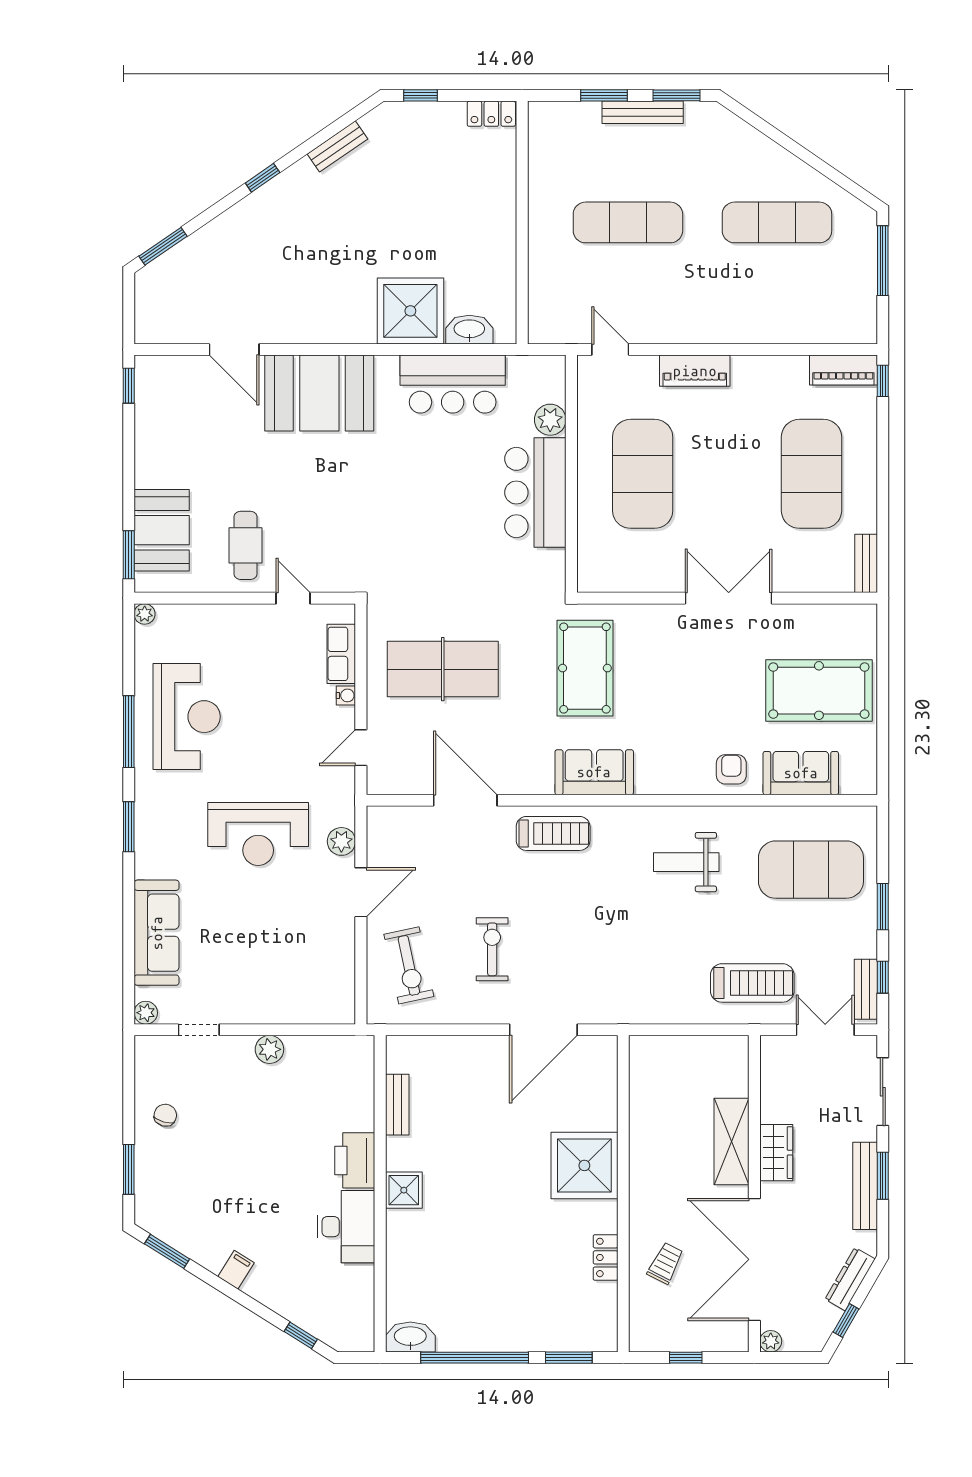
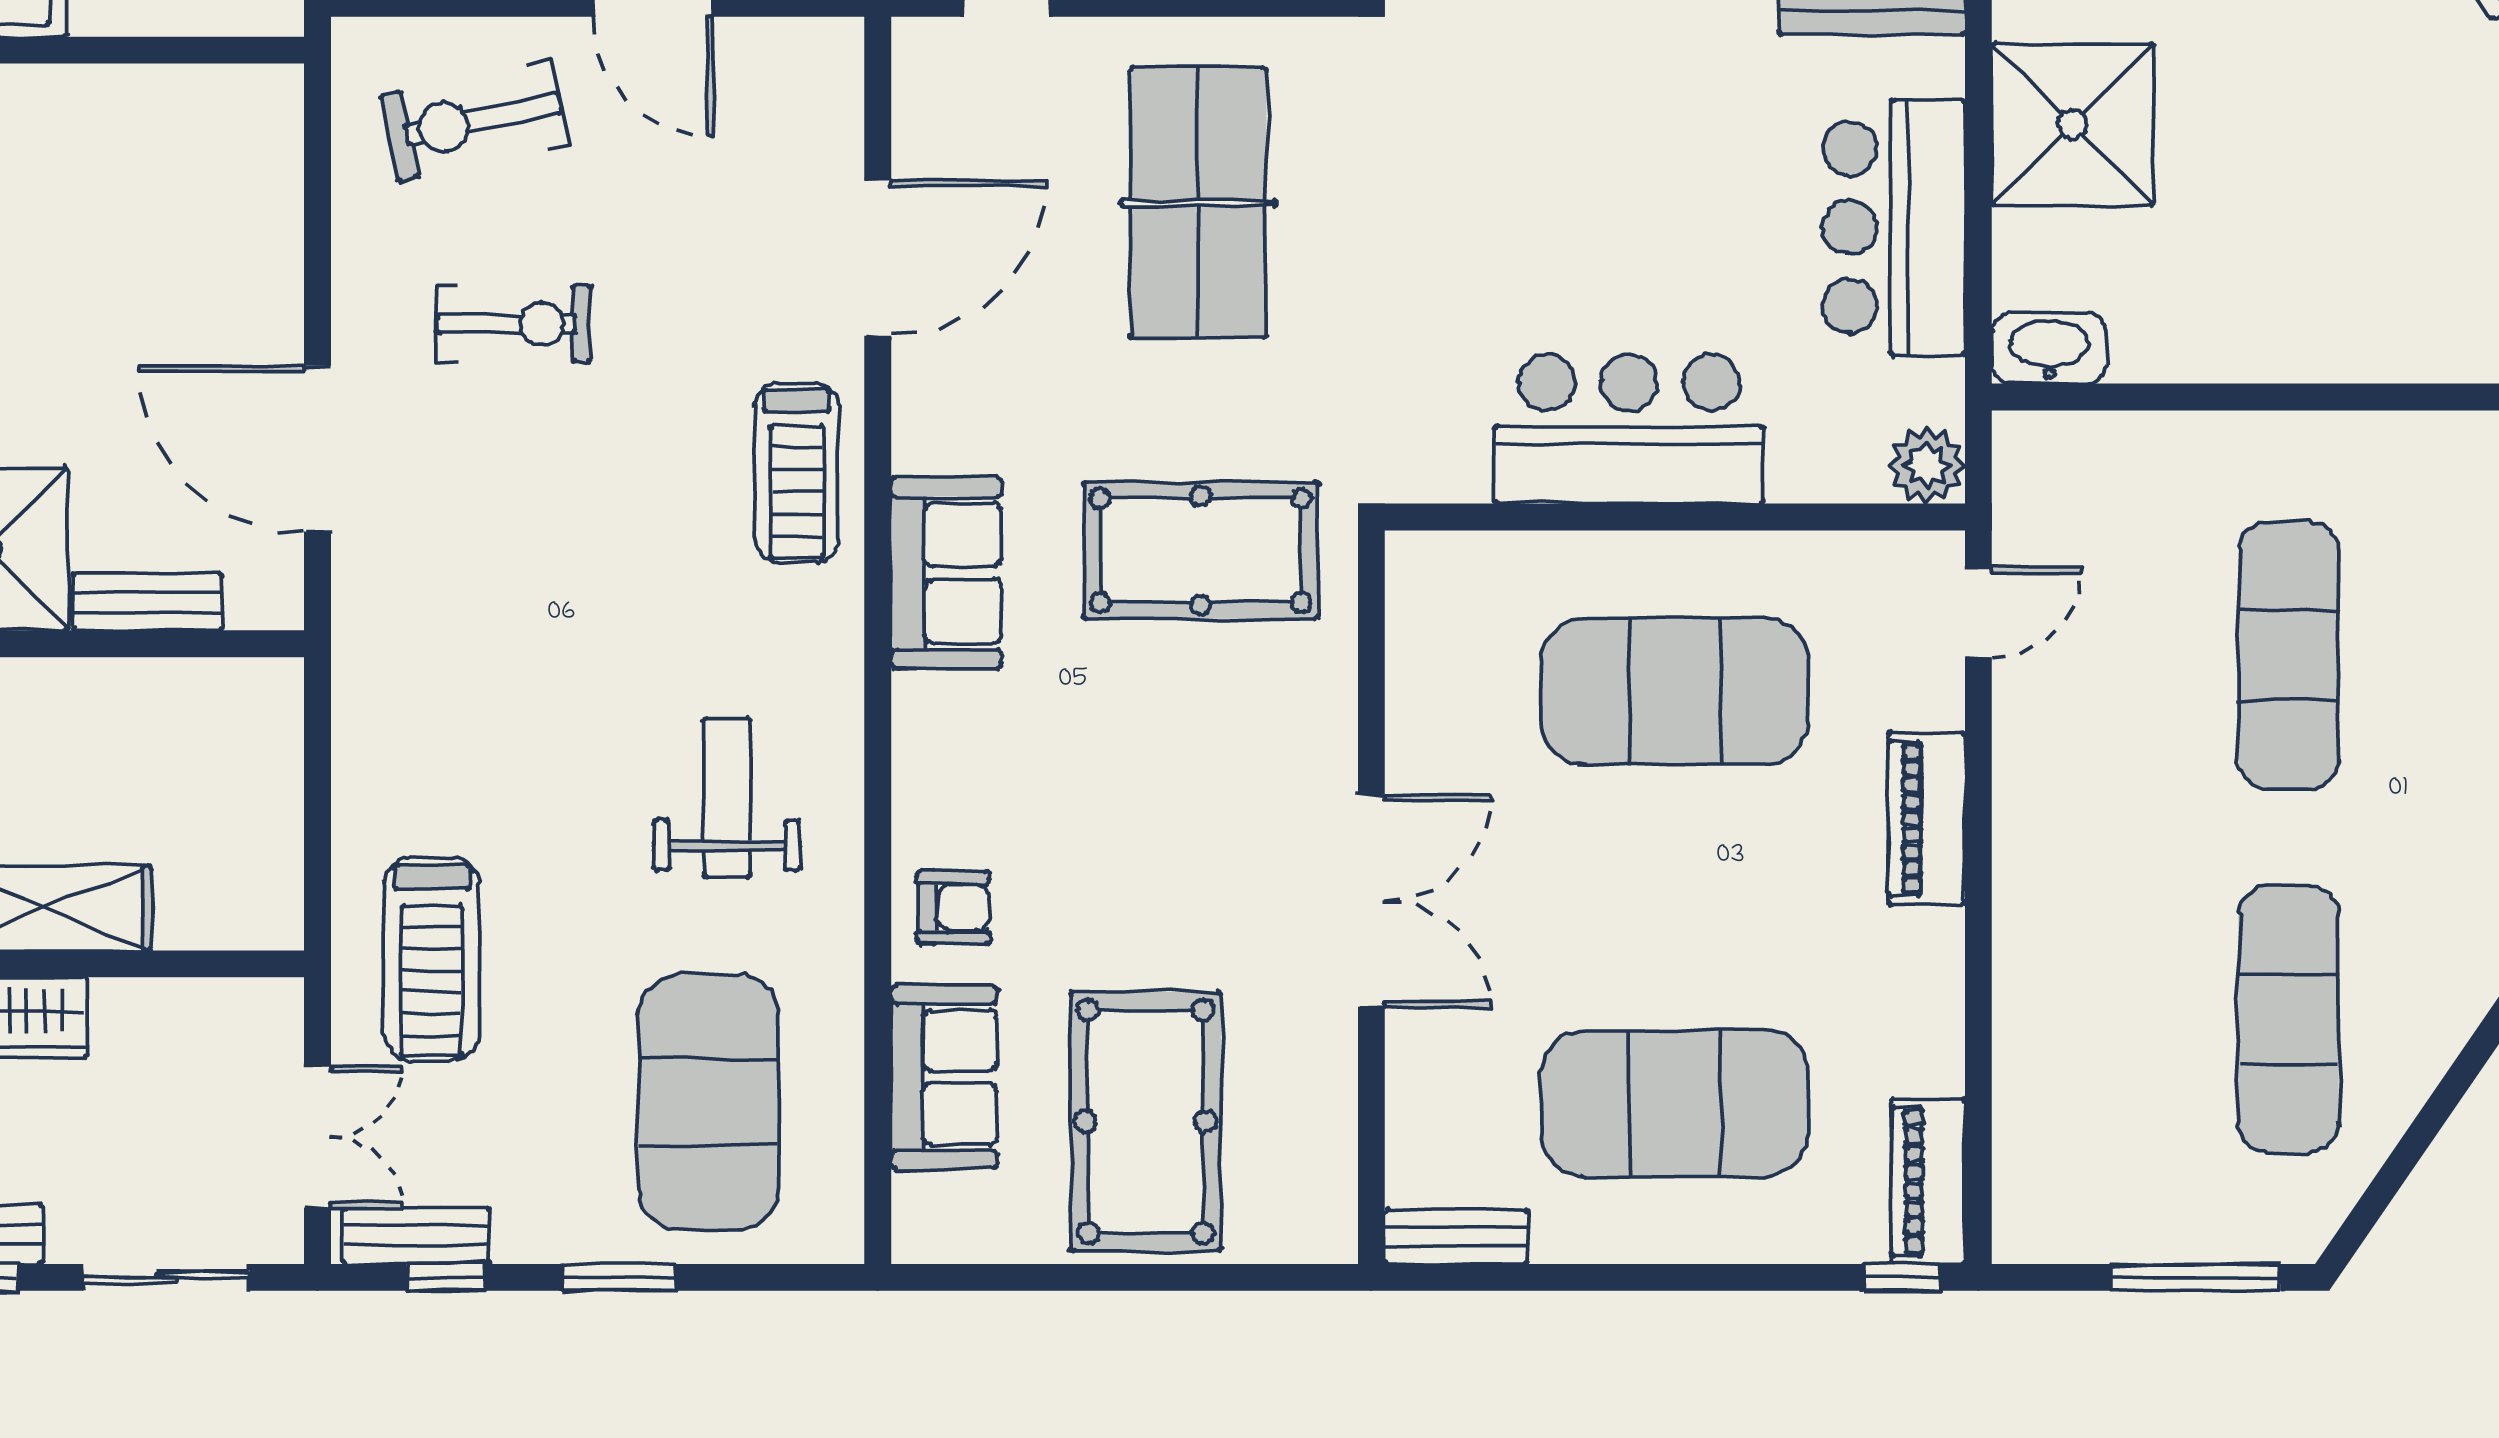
washbasin: (469, 330) -> (2049, 348), moved, turned -90
plant: (550, 420) -> (1927, 465), moved
bench: (397, 1105) -> (147, 602), moved

